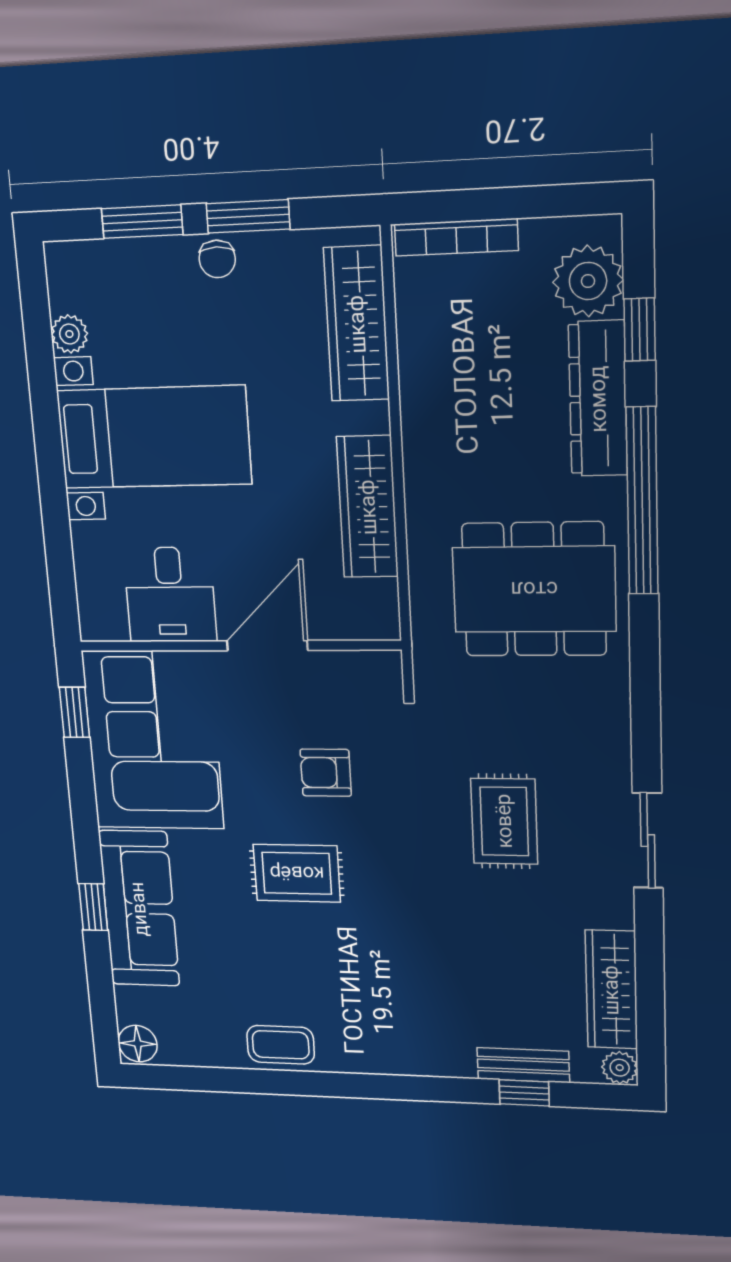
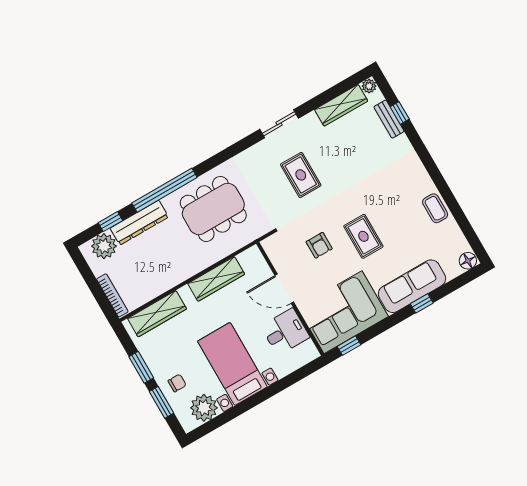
chair: (217, 259) -> (177, 383), moved
plant: (69, 334) -> (204, 408), width x1.87, depth x1.87
dining table: (534, 589) -> (213, 209), turned 90
rug: (504, 821) -> (301, 175), turned 90

